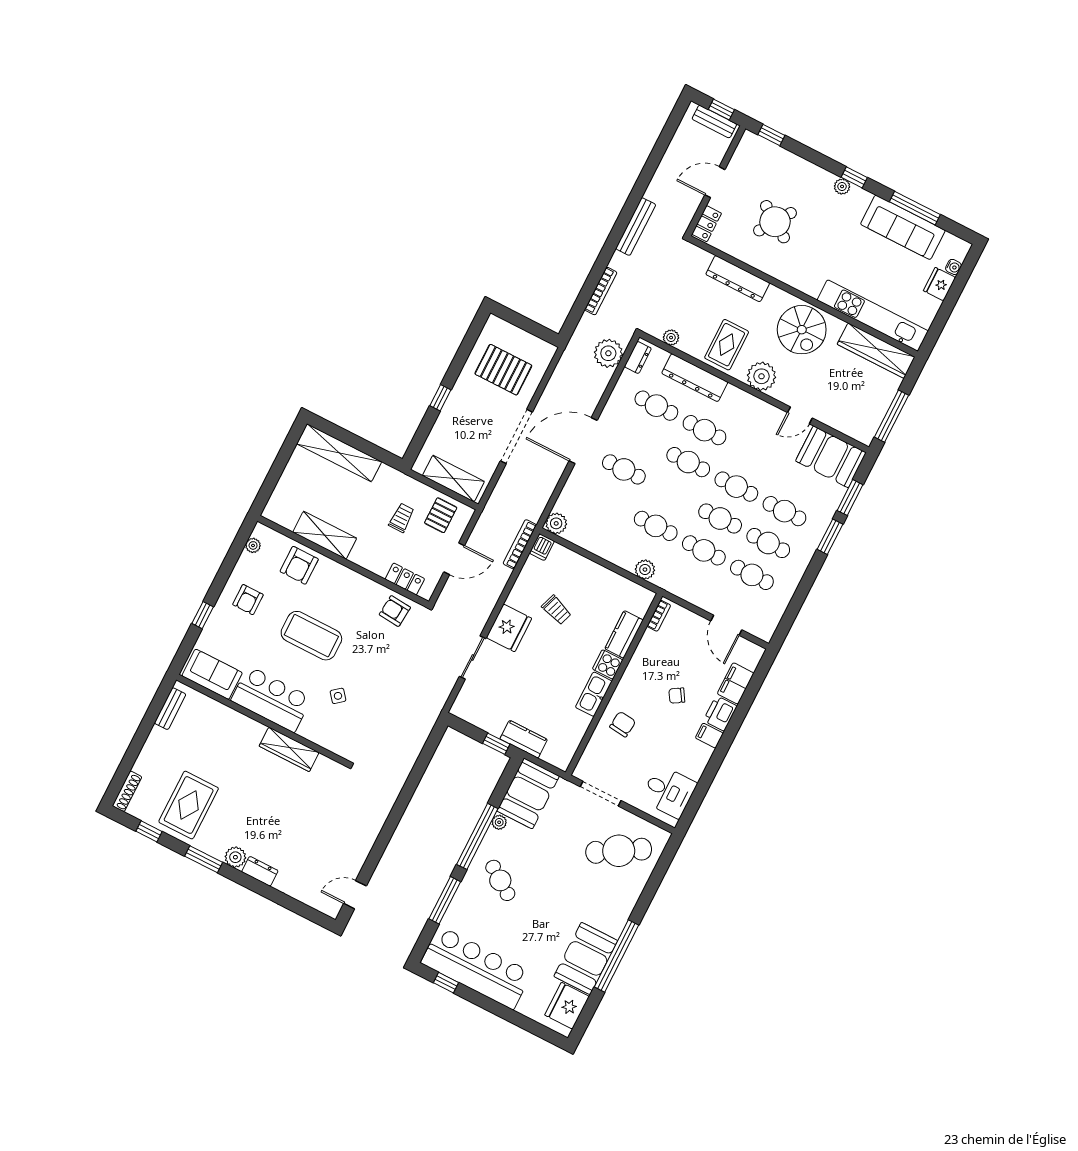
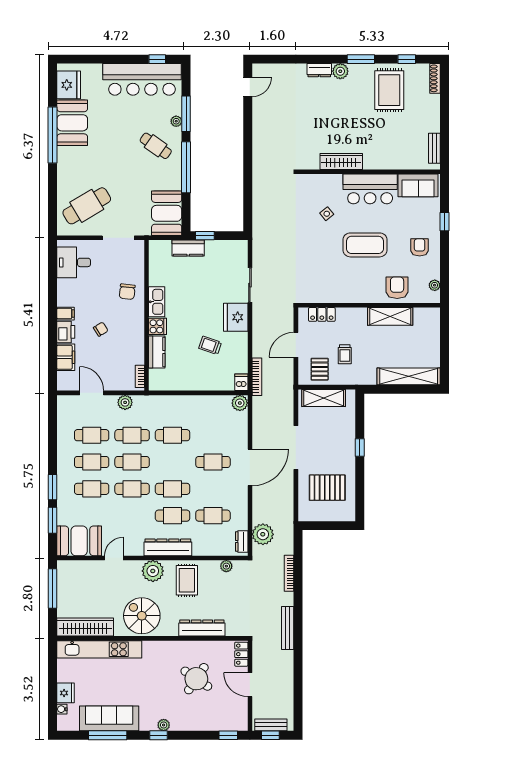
door: (715, 182) -> (250, 685), swing flipped
dresser: (695, 378) -> (168, 547), moved
plant: (645, 570) -> (125, 402), moved
armchair: (395, 611) -> (318, 290), removed
plant: (499, 822) -> (176, 121), moved

